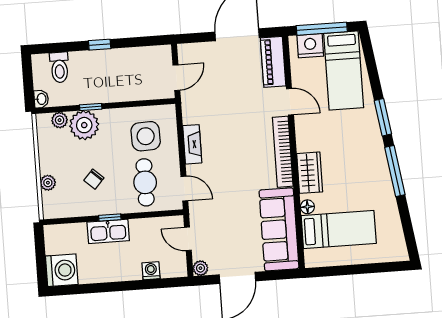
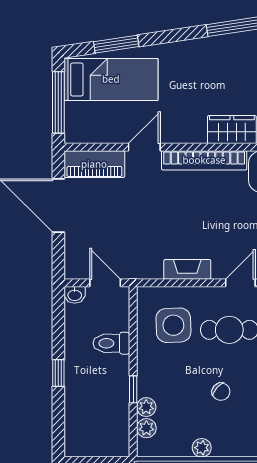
nightstand: (310, 46) -> (78, 118), removed
toilet: (59, 67) -> (111, 343), moved, turned 180
washbasin: (41, 99) -> (75, 295), moved, turned 180
window: (383, 117) -> (116, 44), moved
plant: (84, 125) -> (146, 407), width x0.53, depth x0.53
plant: (48, 183) -> (202, 448), moved

